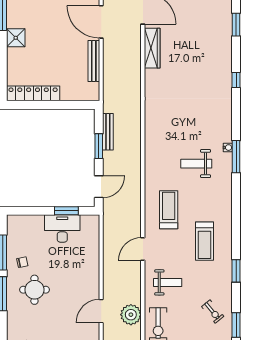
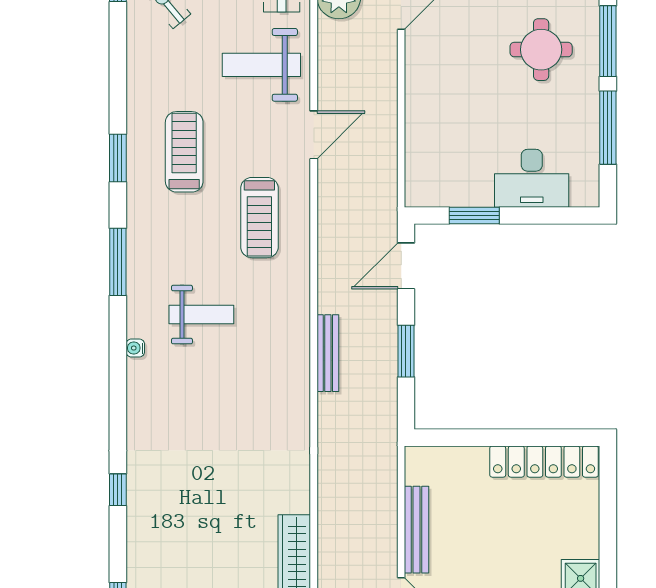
bench: (108, 132) -> (328, 353), moved
window: (236, 157) -> (118, 262), moved
desk: (62, 228) -> (532, 178), moved
chair: (22, 262) -> (567, 107), removed
window: (236, 271) -> (118, 158), moved
weight bench: (168, 282) -> (261, 65), width x1.36, depth x1.33

